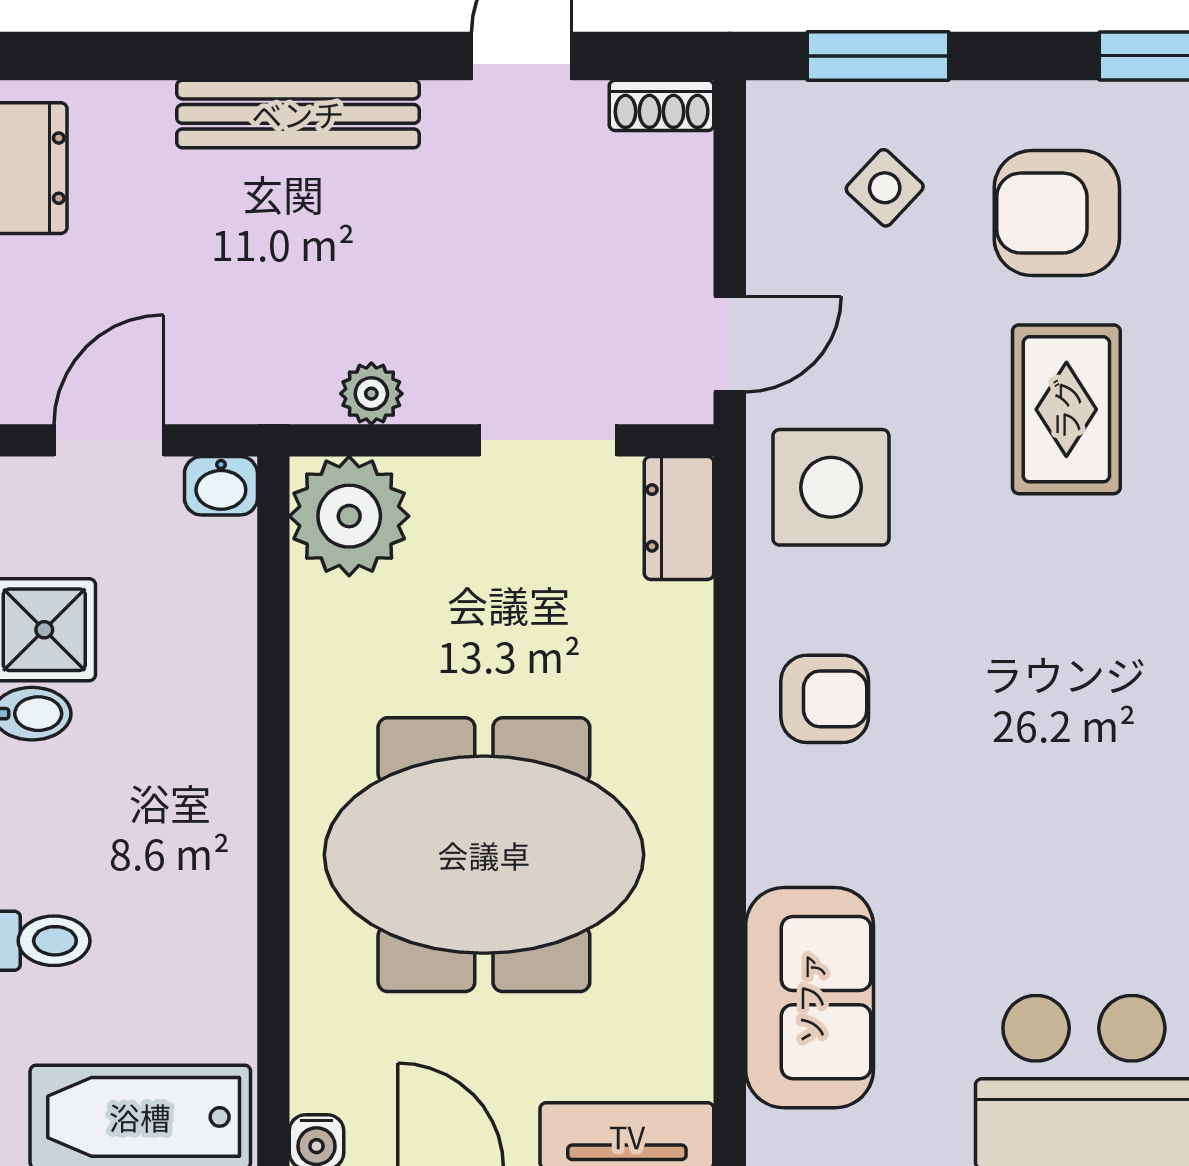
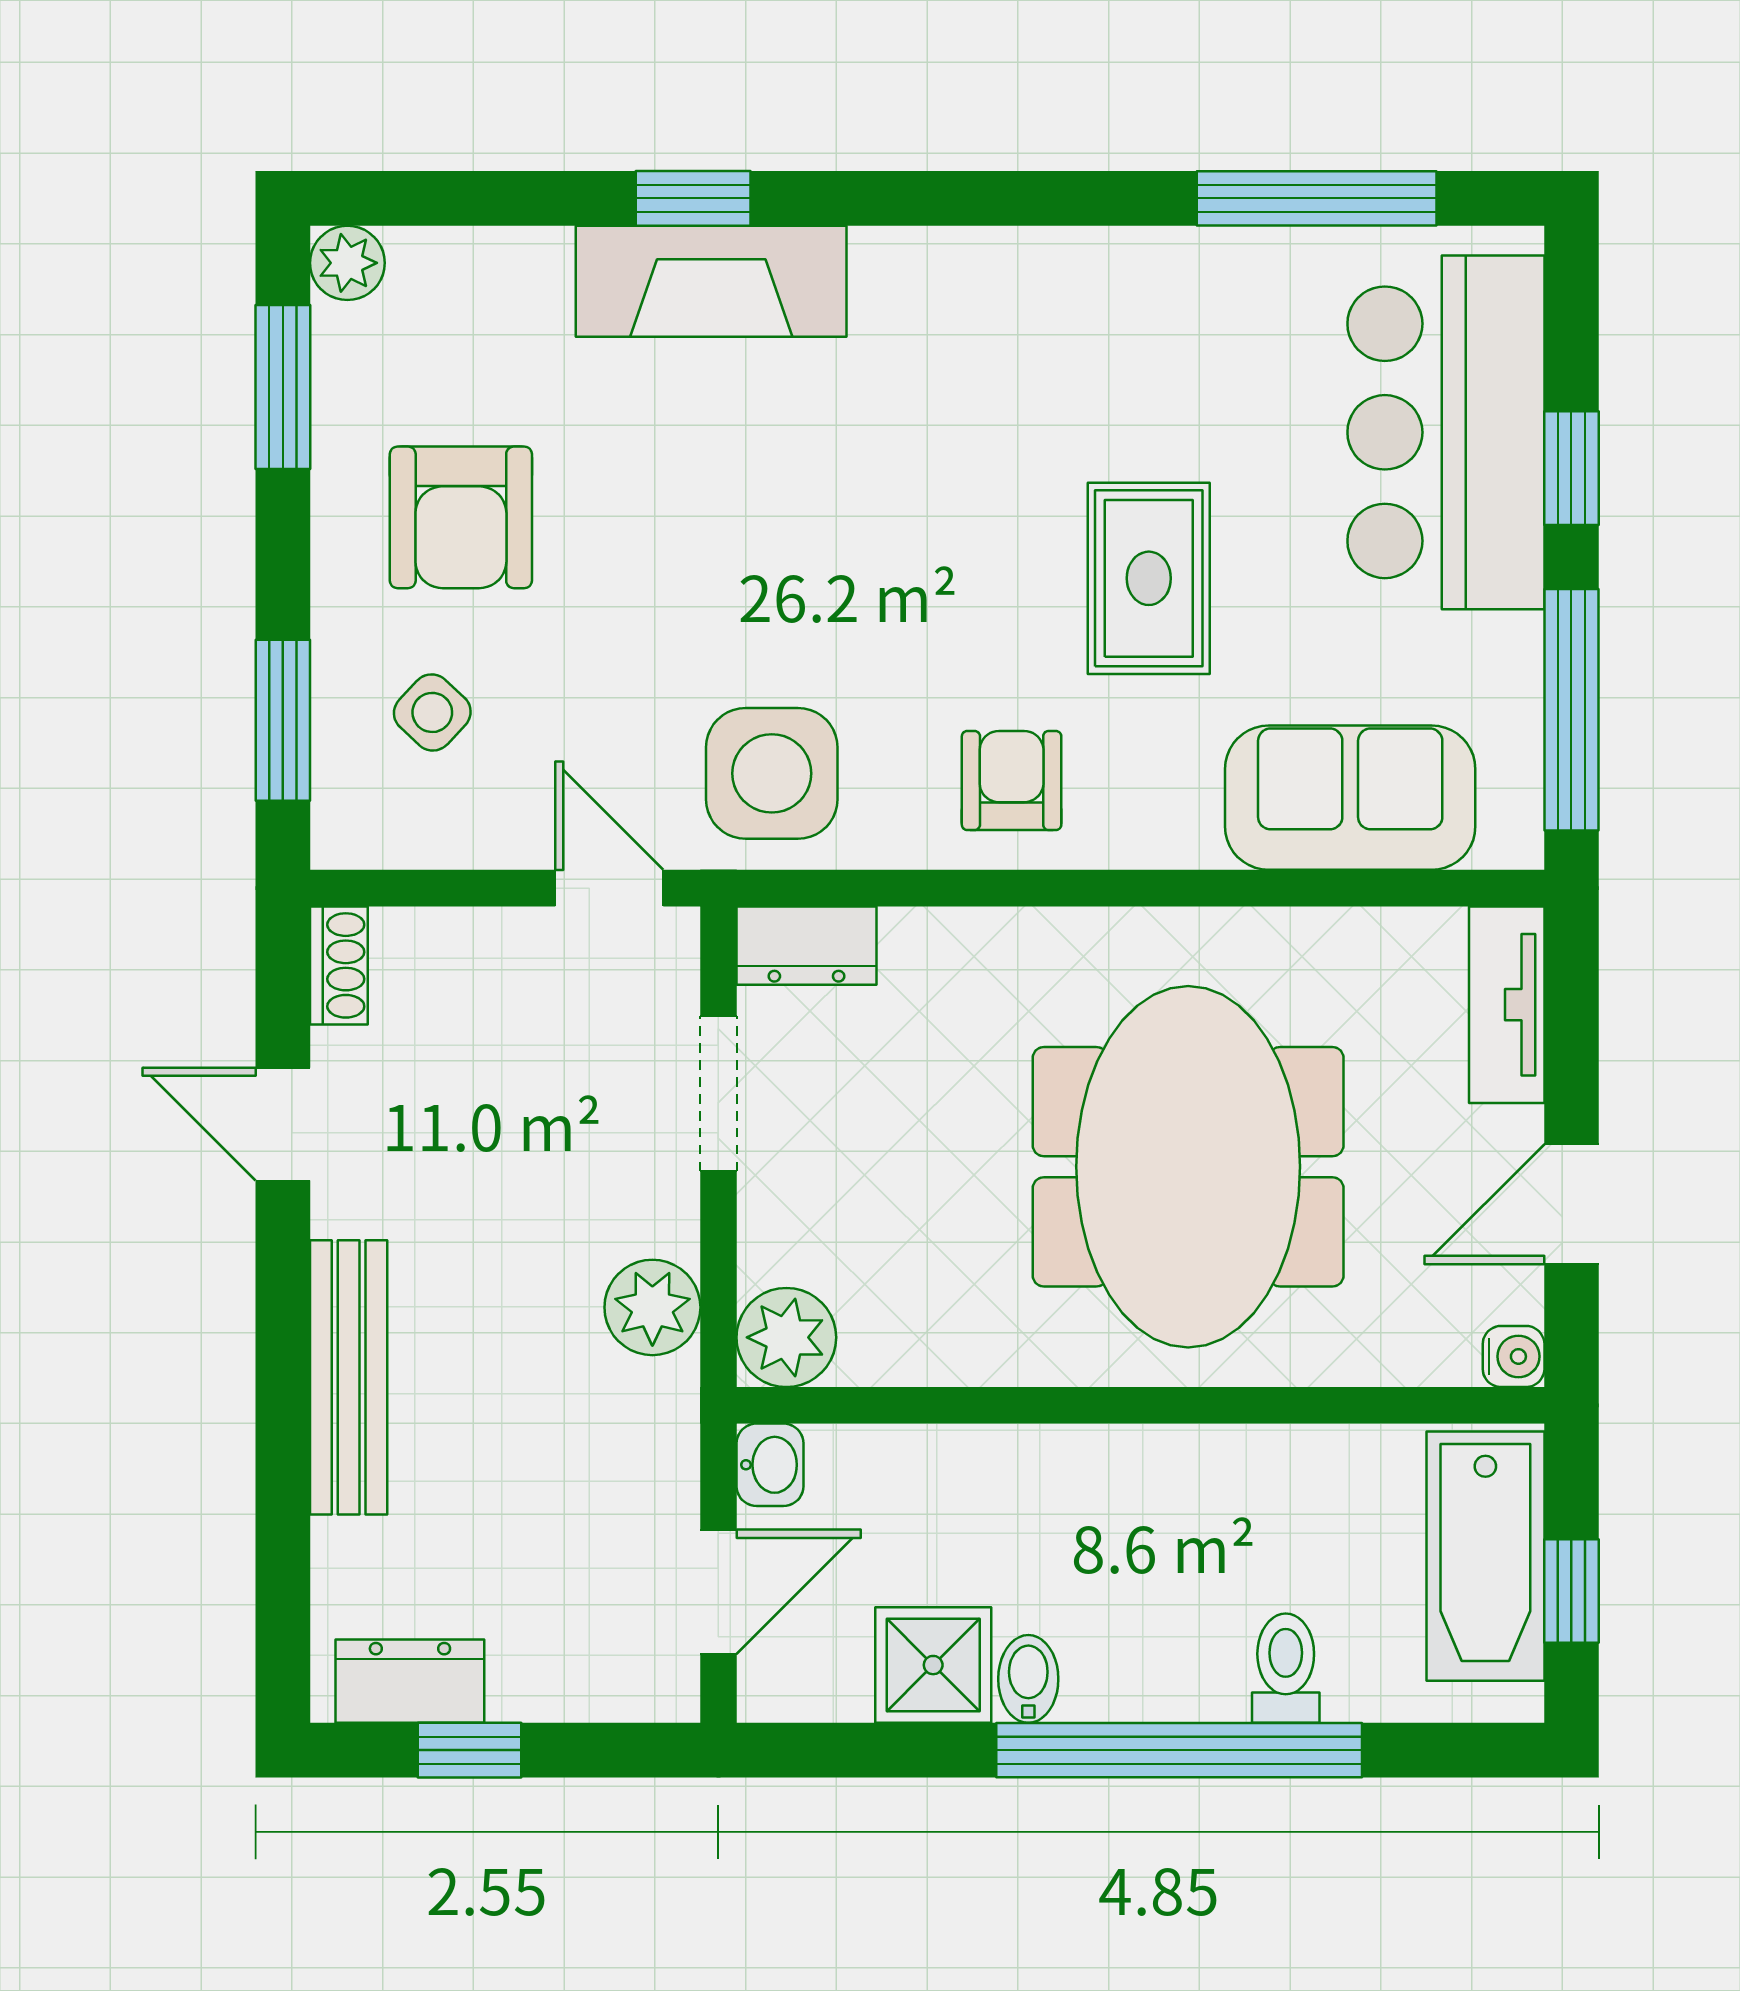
plant: (371, 394) -> (652, 1307), width x1.38, depth x1.38
rug: (1066, 409) -> (1149, 578), moved, turned 90
door: (109, 440) -> (718, 1592), swing flipped
plant: (349, 516) -> (786, 1337), width x0.73, depth x0.73

